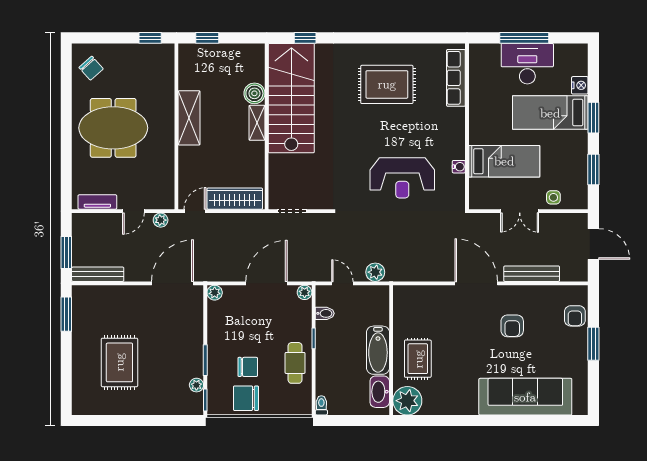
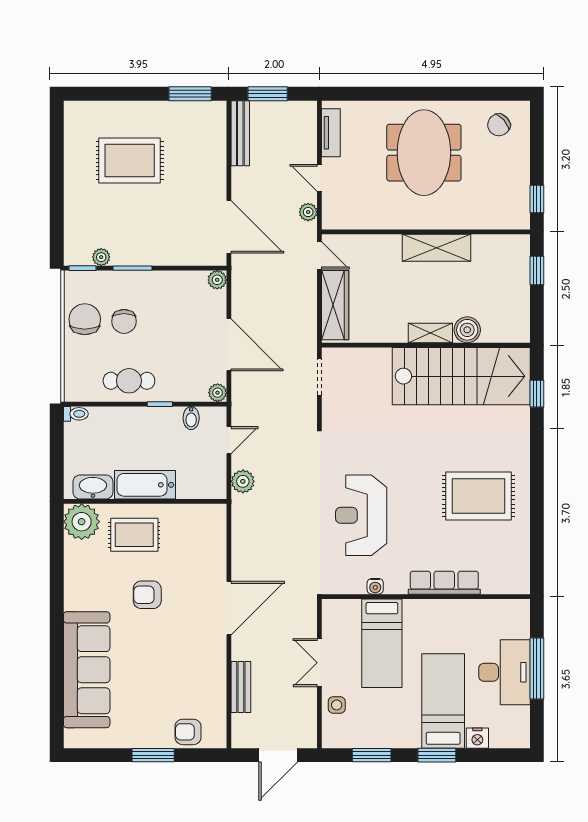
row of seats: (456, 78) -> (444, 583), moved
rug: (387, 84) -> (478, 496), turned 90
bench: (532, 274) -> (241, 687), width x0.73
armchair: (512, 326) -> (147, 595), moved

